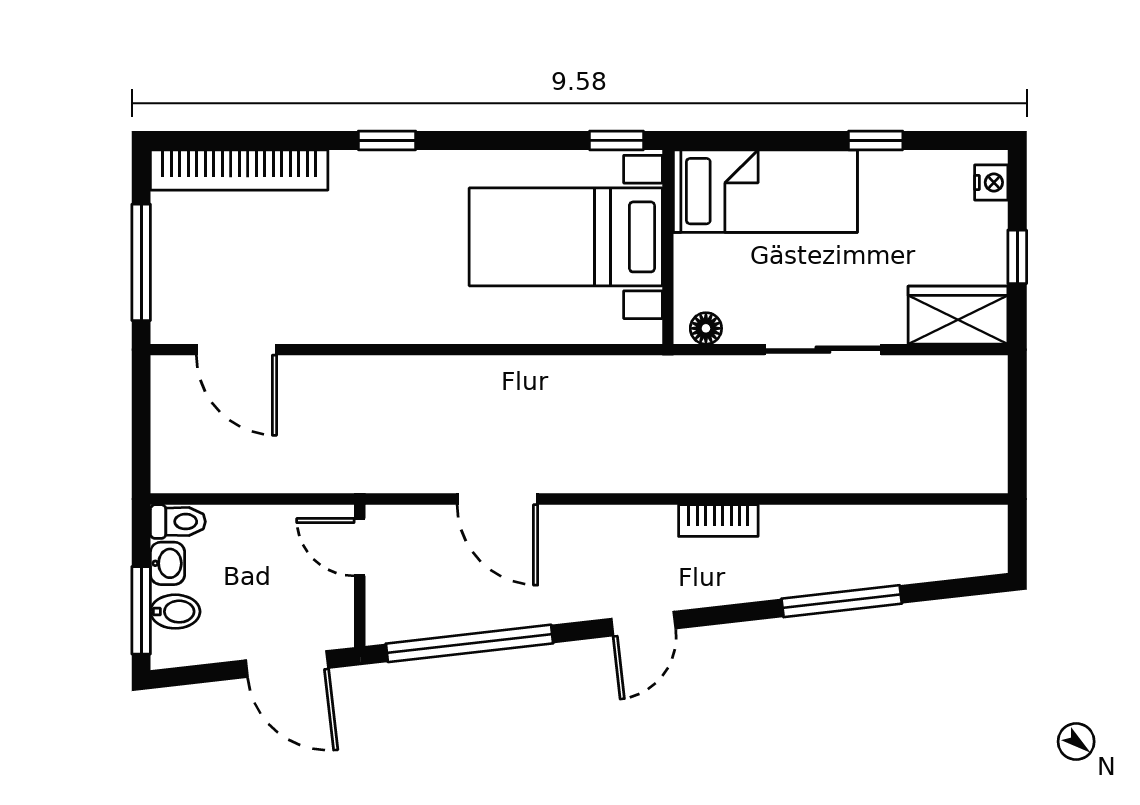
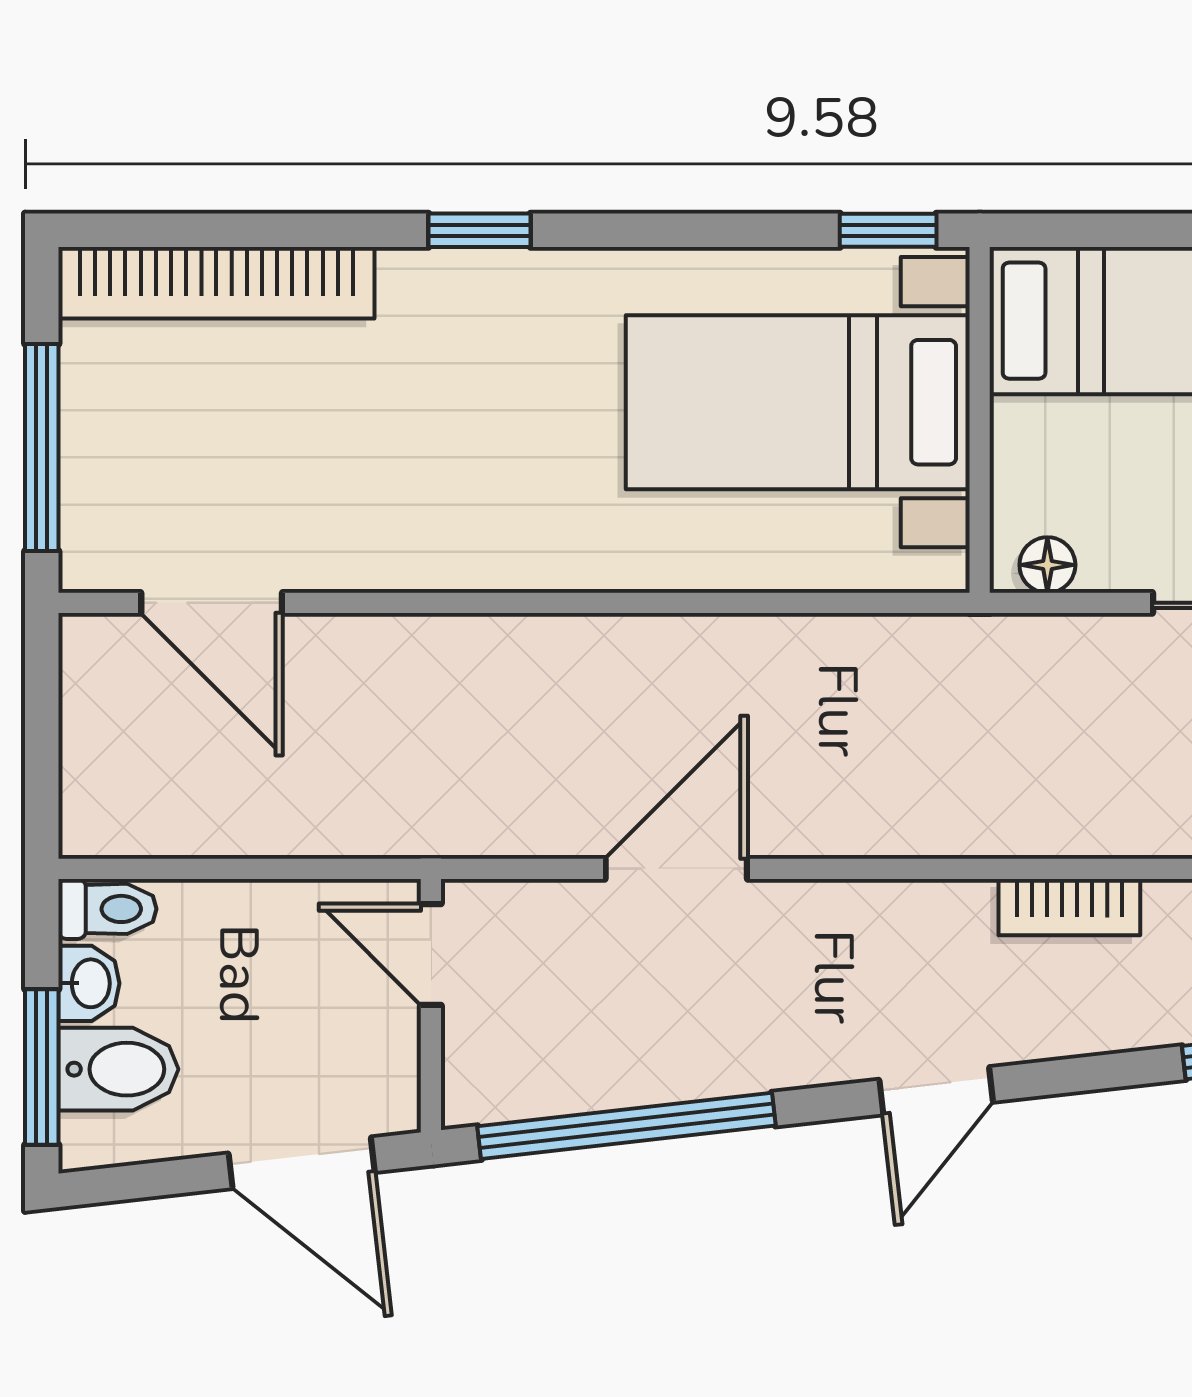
door: (497, 499) -> (676, 869), swing flipped
bidet: (175, 612) -> (118, 1069), width x1.38, depth x1.36

